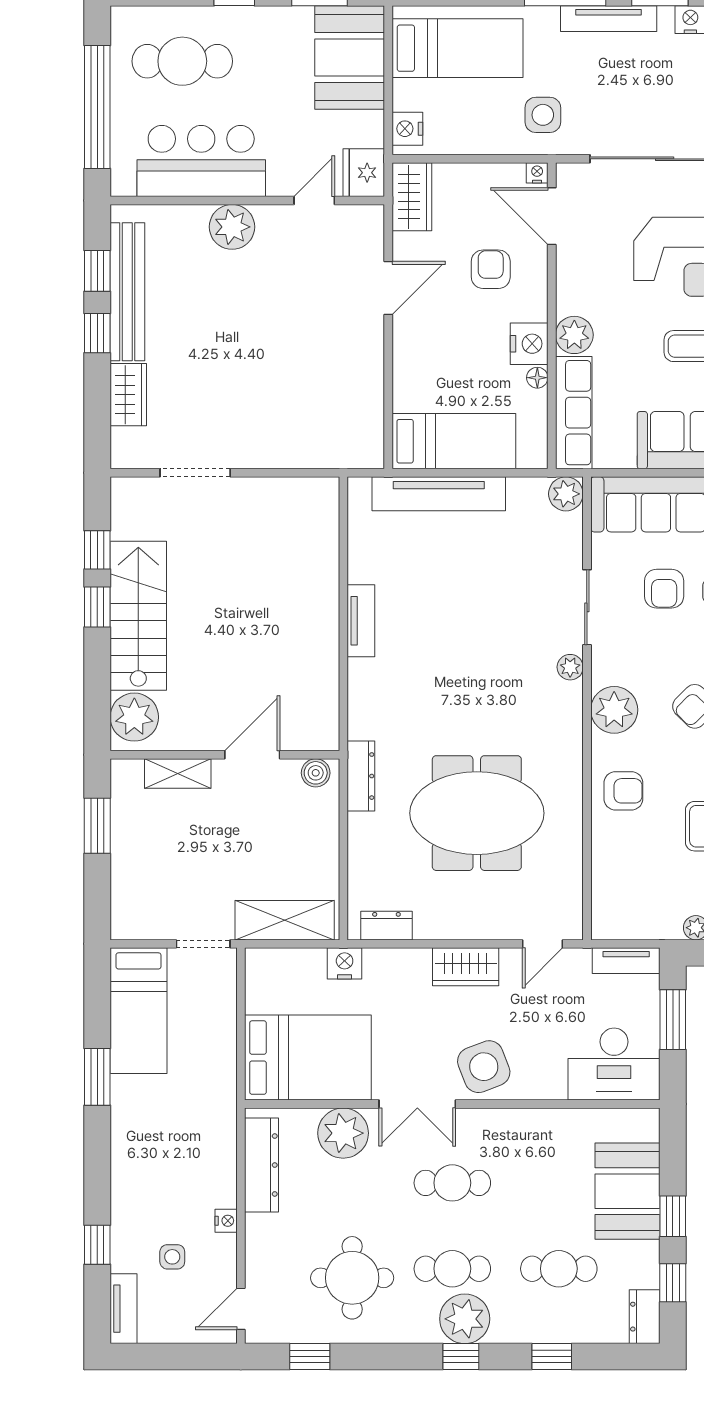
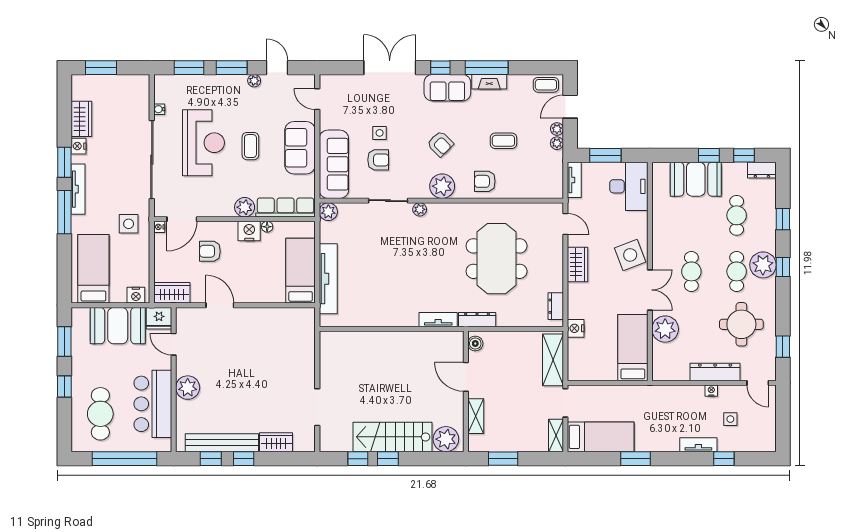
booth: (350, 58) -> (118, 326), moved
tv unit: (361, 621) -> (438, 320), moved
armchair: (623, 791) -> (485, 181), turned -90
shelving: (141, 926) -> (556, 435), added
bed: (308, 1058) -> (633, 348), width x0.67
dresser: (262, 1165) -> (715, 372), moved
tv unit: (124, 1309) -> (698, 445), moved

